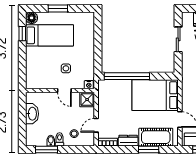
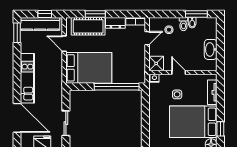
bed: (50, 35) -> (193, 122), width x1.50
tv unit: (30, 70) -> (212, 92), added

